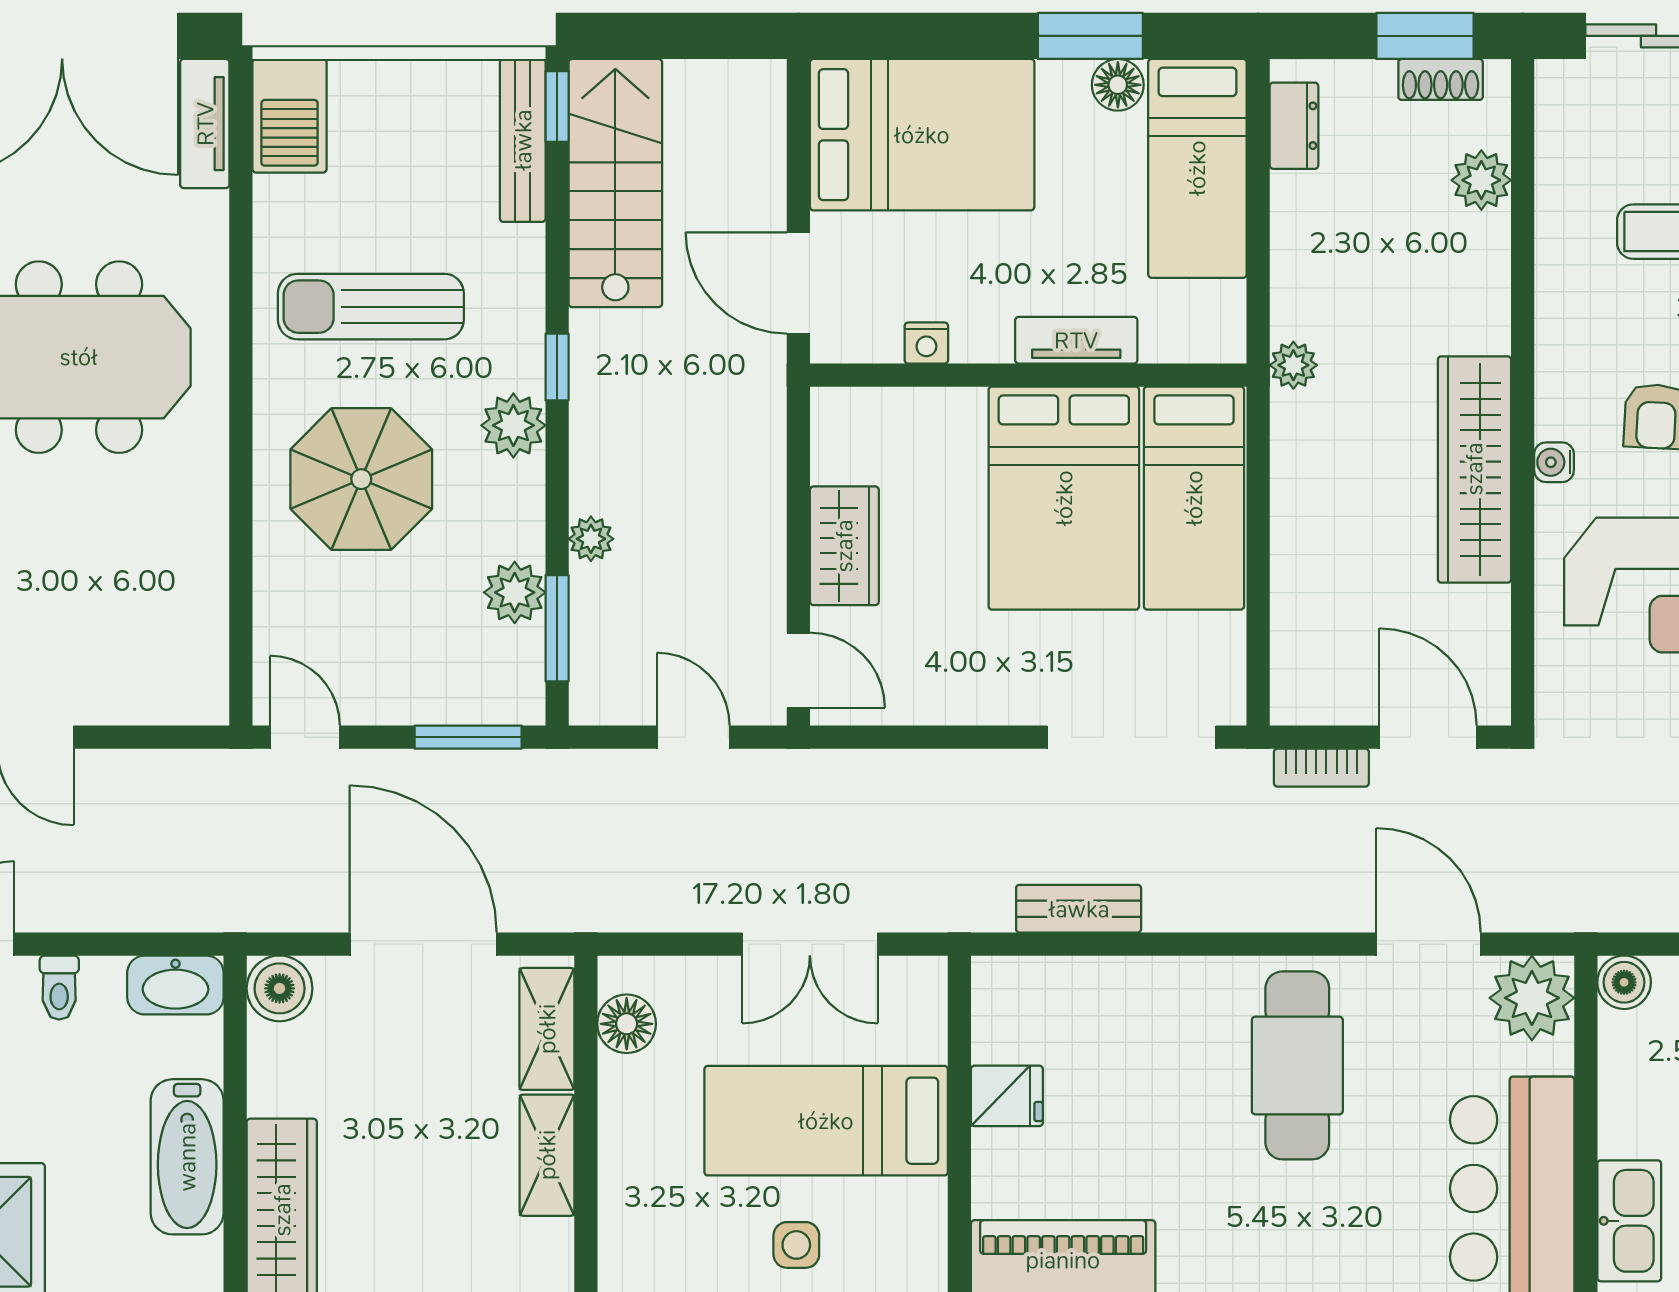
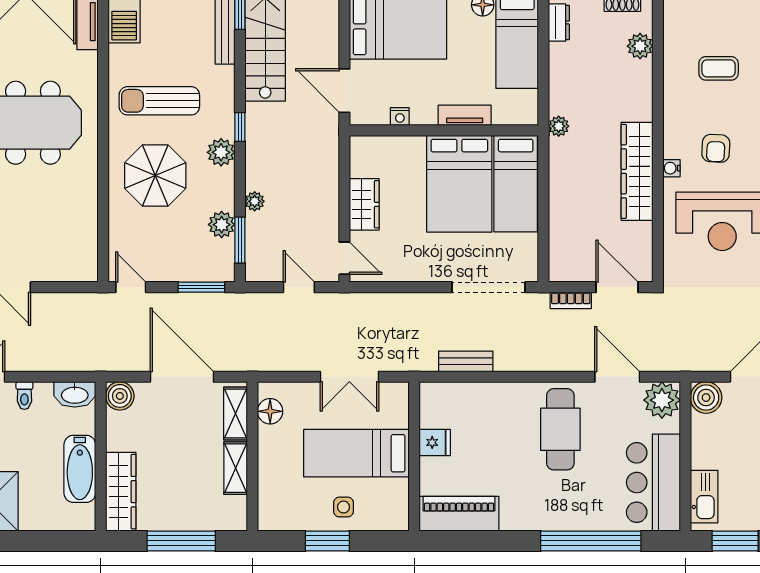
boiler: (1624, 982) -> (706, 398), width x1.36, depth x1.36

